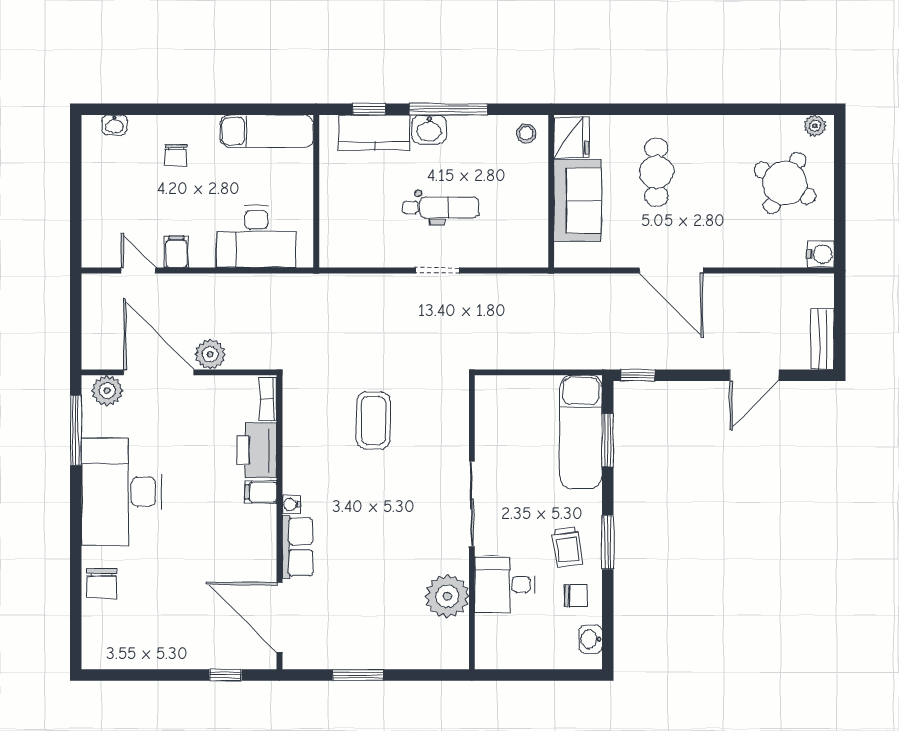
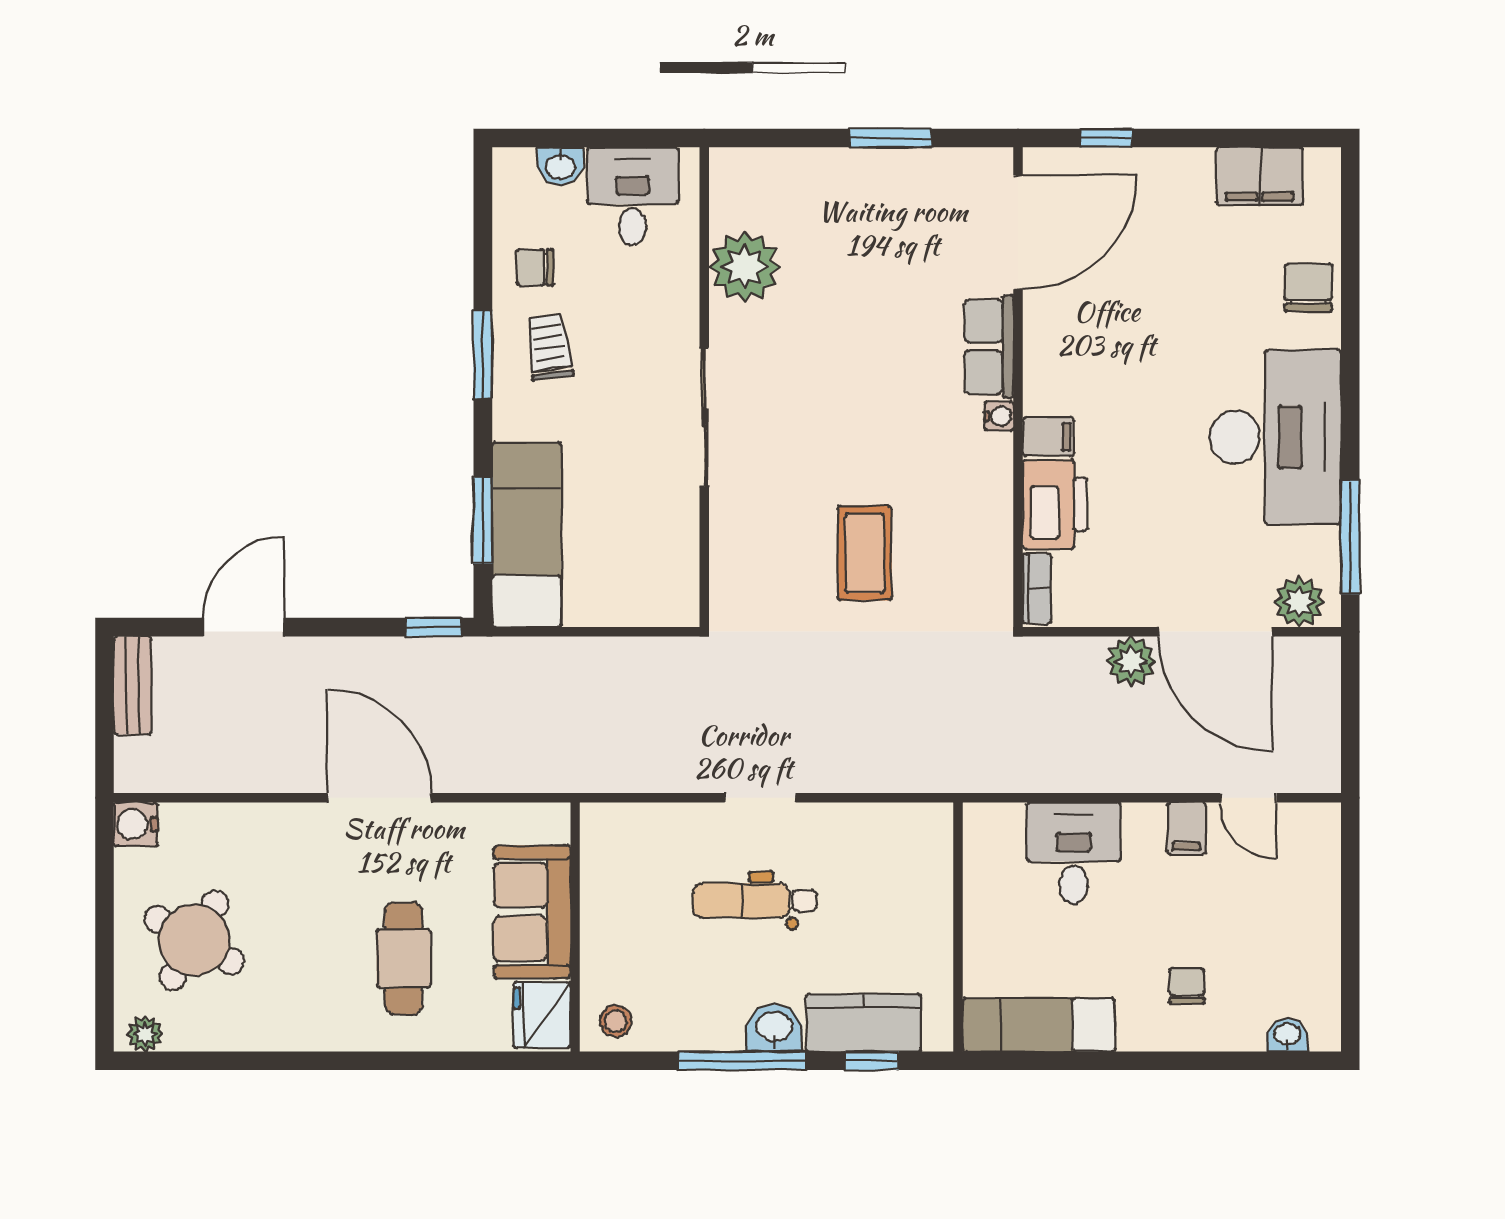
desk: (256, 236) -> (1074, 853), width x0.73
desk: (505, 584) -> (633, 196), moved, turned -90
door: (280, 617) -> (1018, 232), hinge flipped
washbasin: (591, 639) -> (560, 166), moved, turned 90
filing cabinet: (131, 652) -> (1260, 176), added

